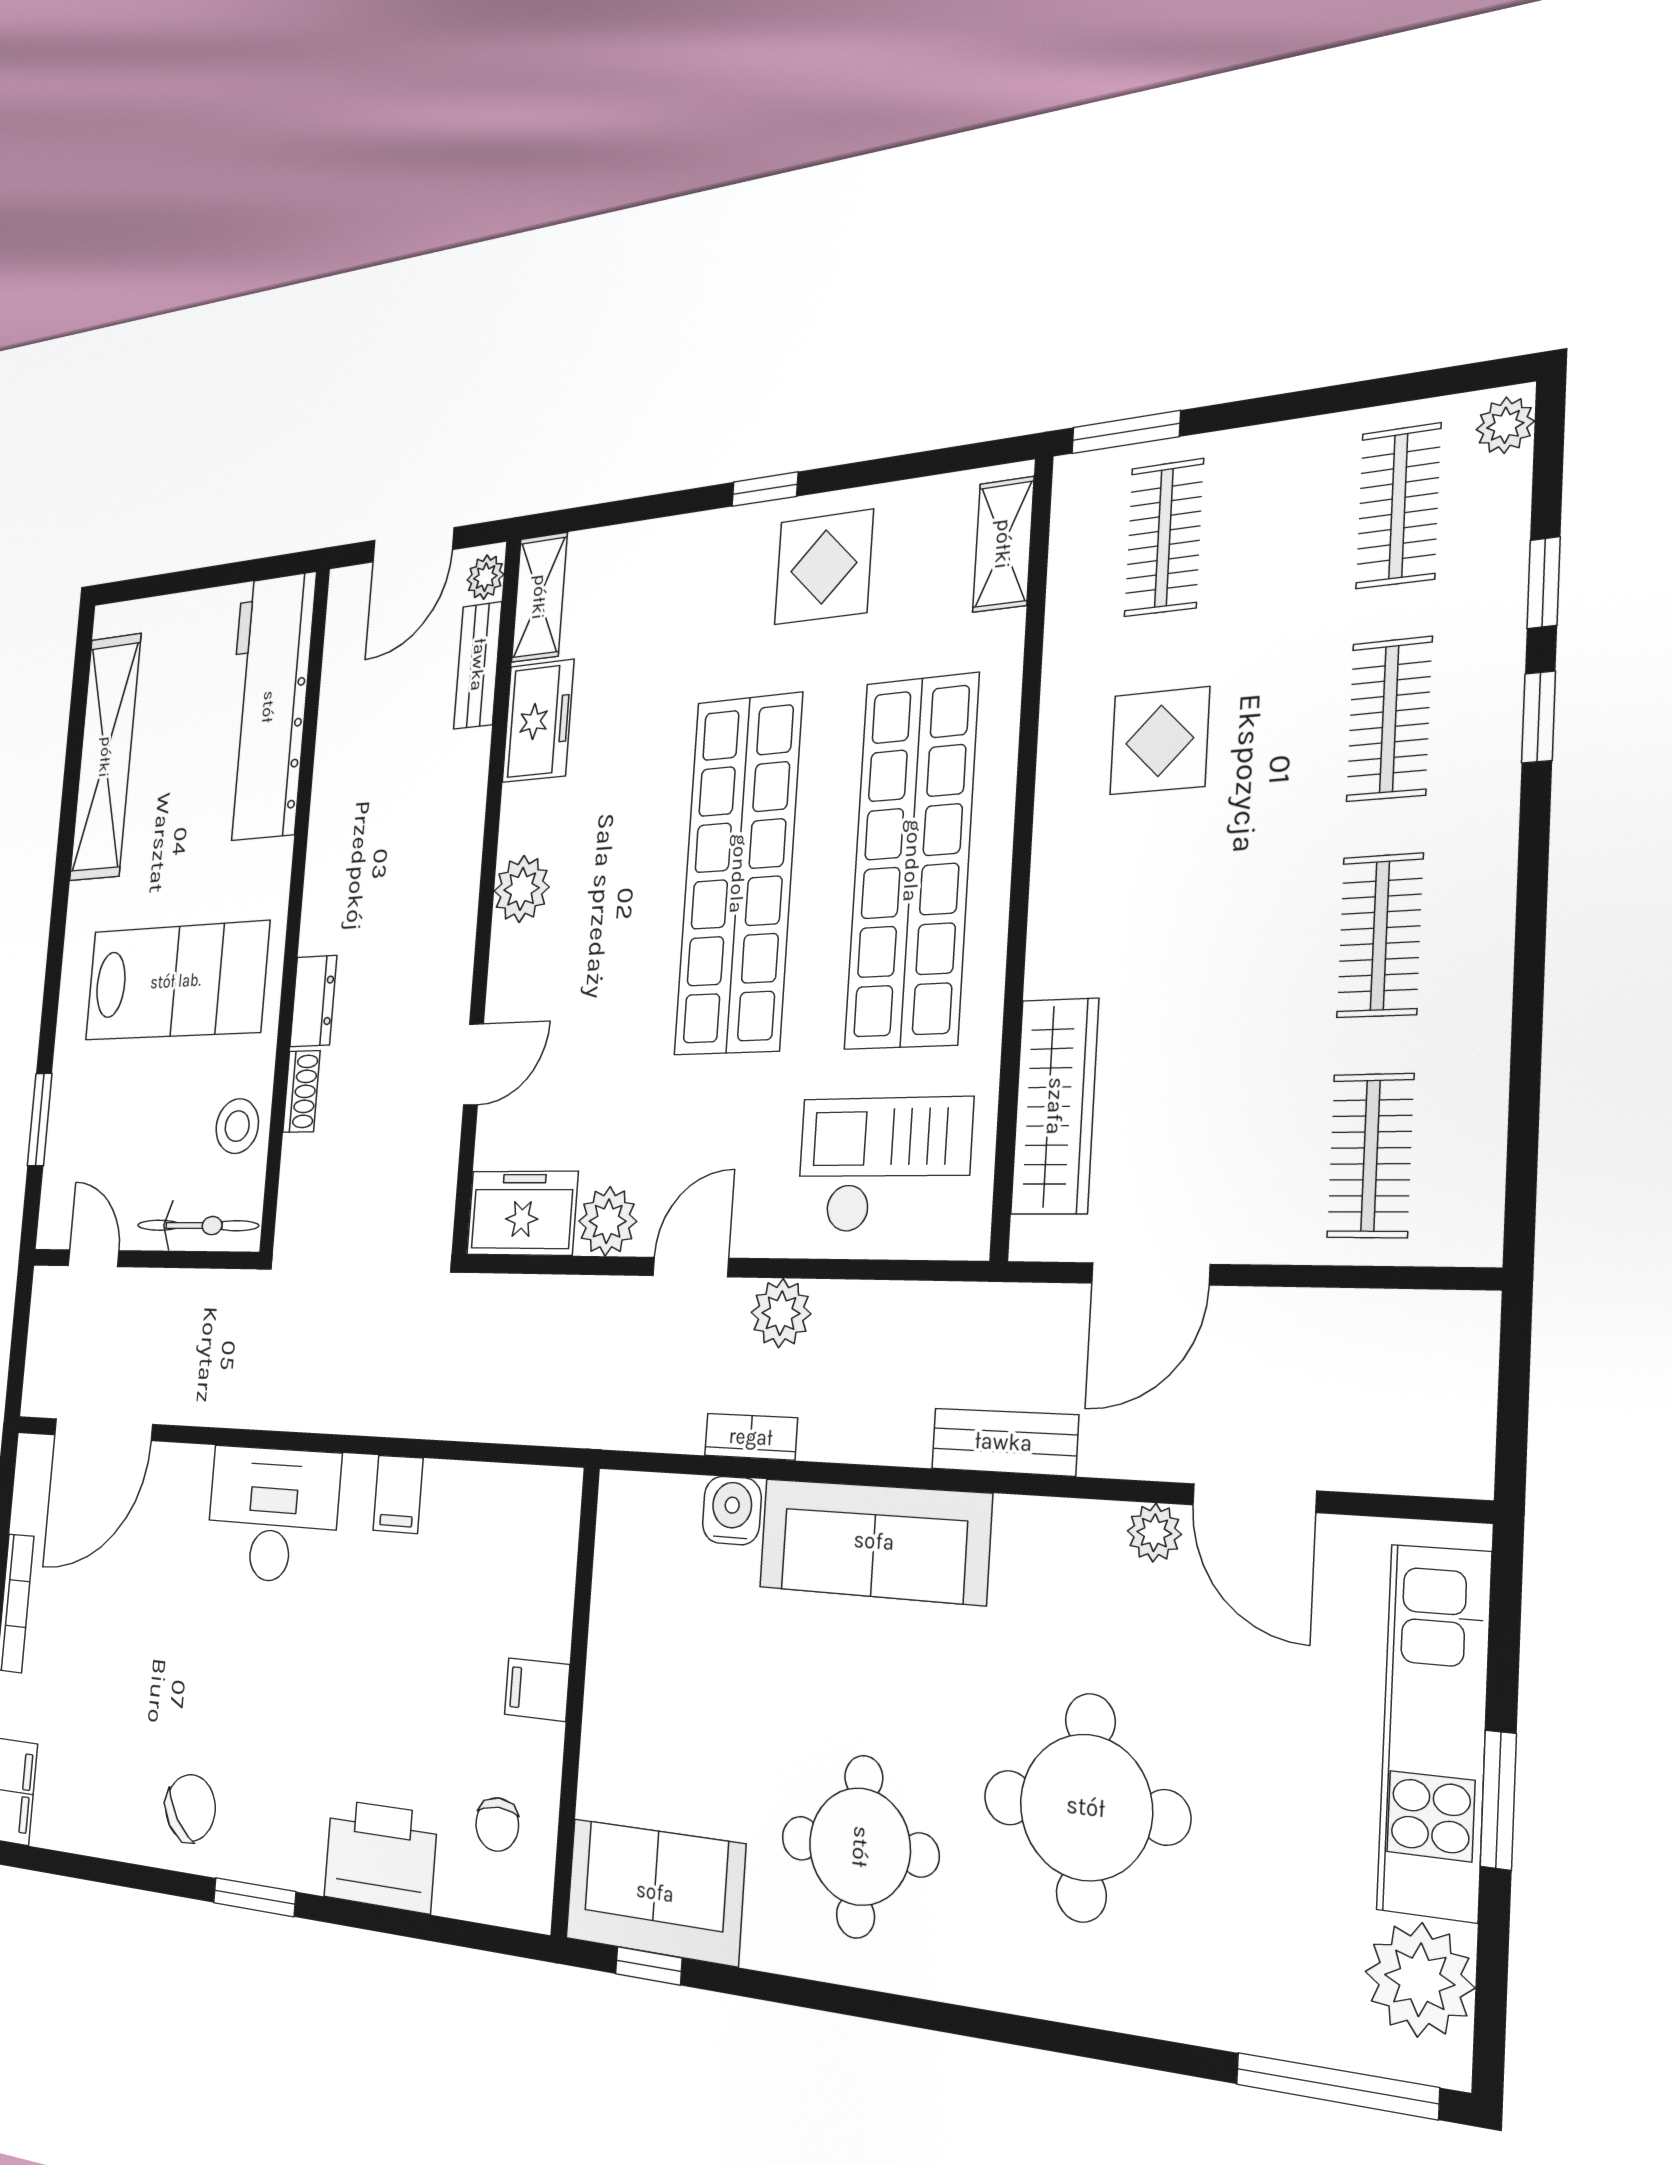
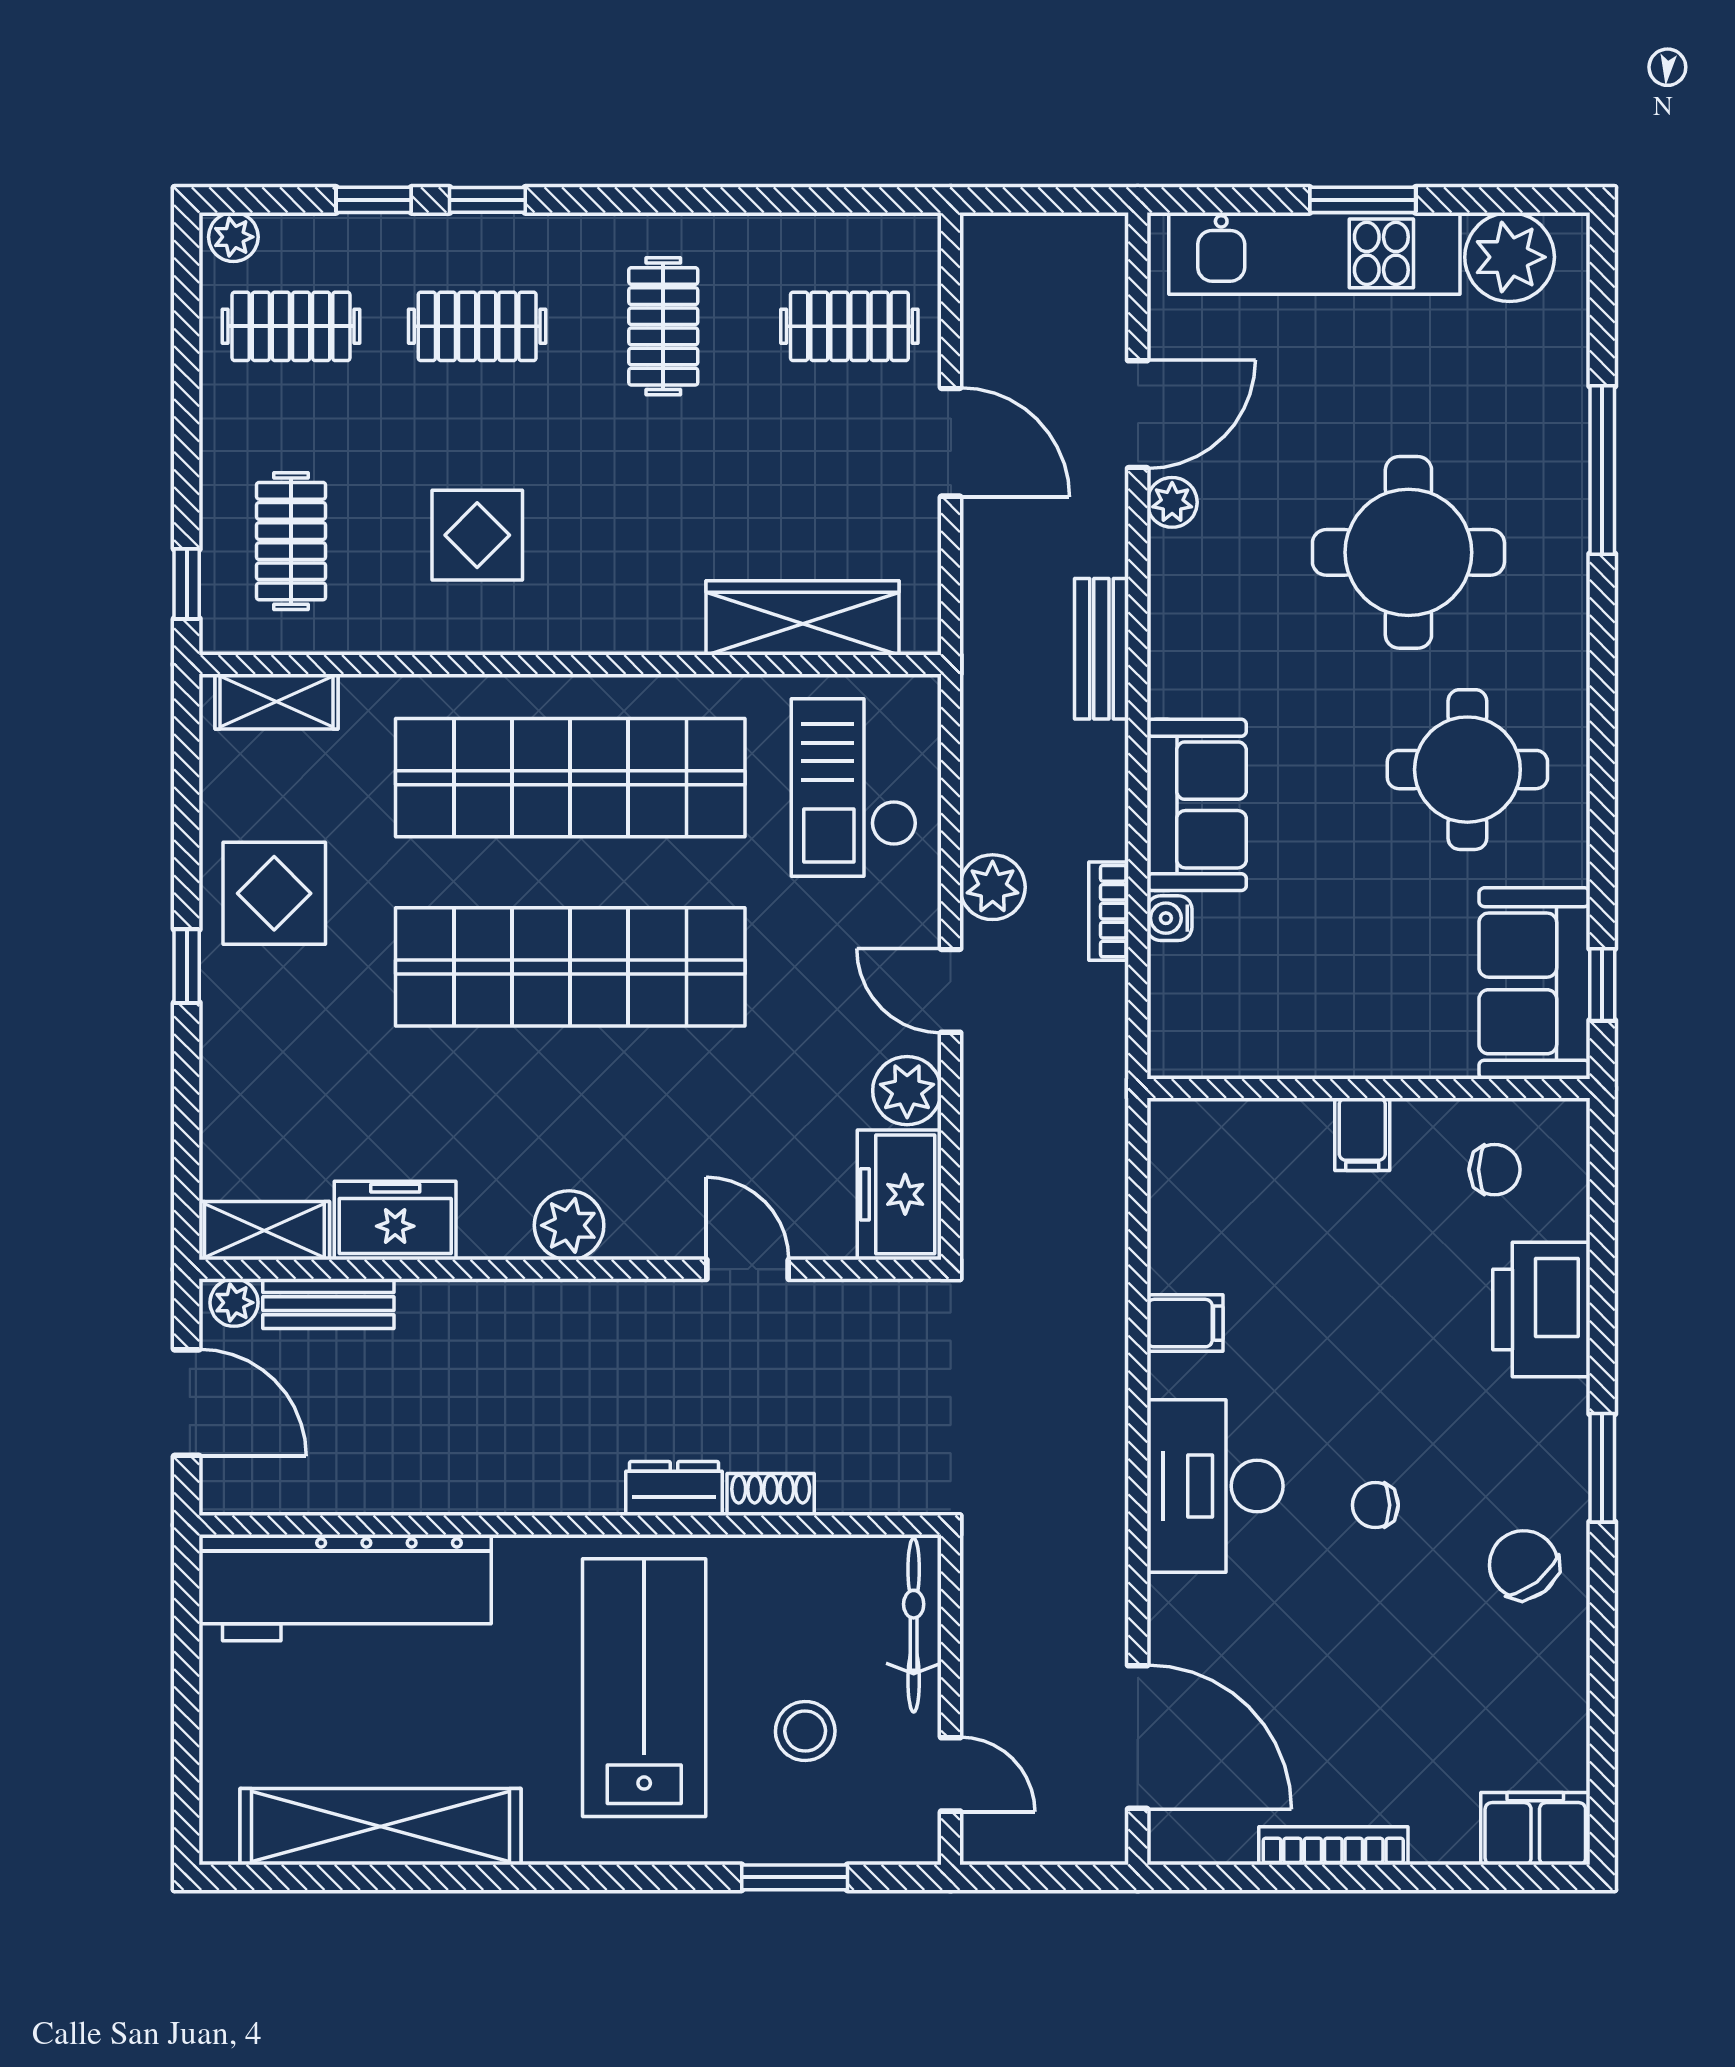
window: (1126, 432) -> (187, 584), width x0.67
clothes rail: (1164, 538) -> (291, 541), turned 90
clothes rail: (1380, 936) -> (663, 326), turned 90
stool: (237, 1126) -> (805, 1731), moved
door: (94, 1258) -> (951, 1774), swing flipped
door: (1150, 1274) -> (951, 442), moved
water cooler: (732, 1511) -> (1169, 918), width x0.72, depth x0.72
sofa: (874, 1541) -> (1197, 805), width x0.73
chair: (246, 1669) -> (1375, 1505), added
window: (1336, 2086) -> (1602, 470), moved

